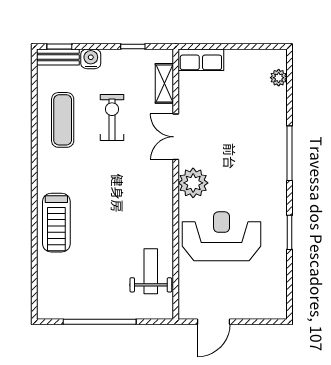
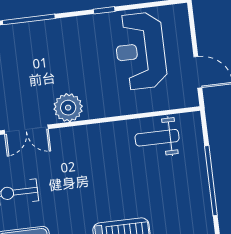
window: (289, 232) -> (104, 10), width x0.67
reception desk: (222, 236) -> (140, 51), moved

